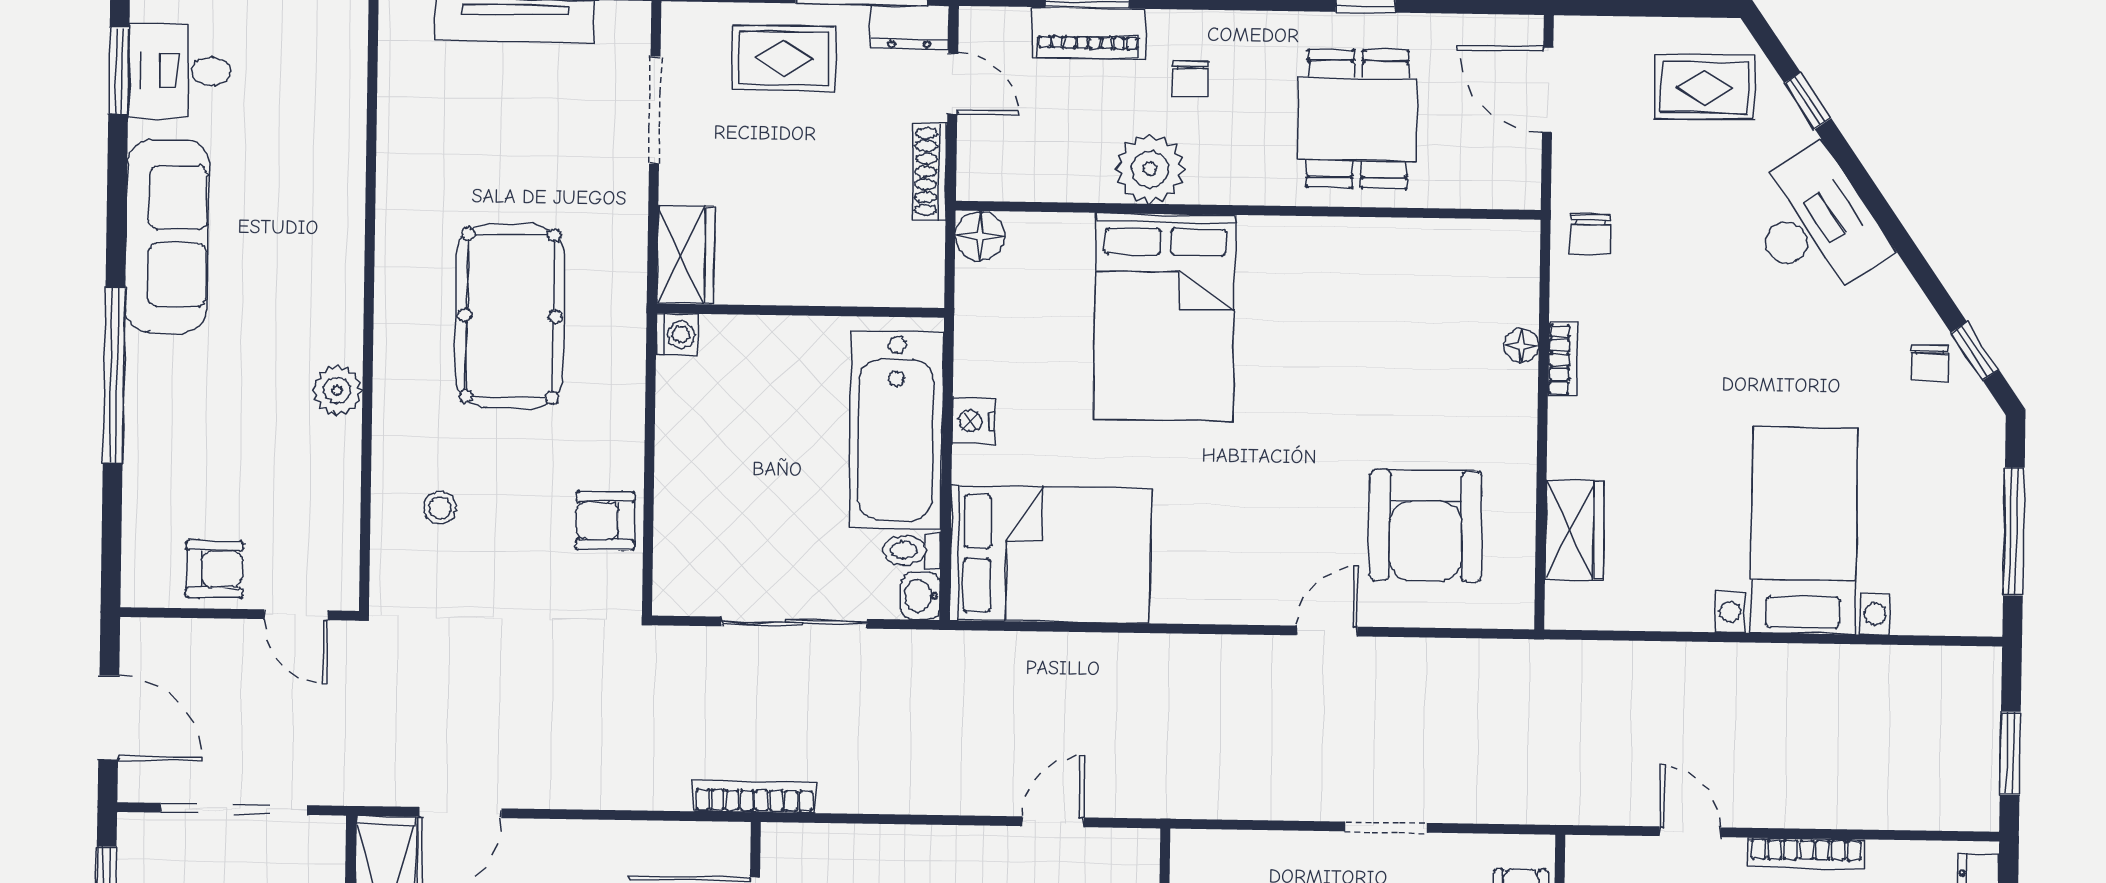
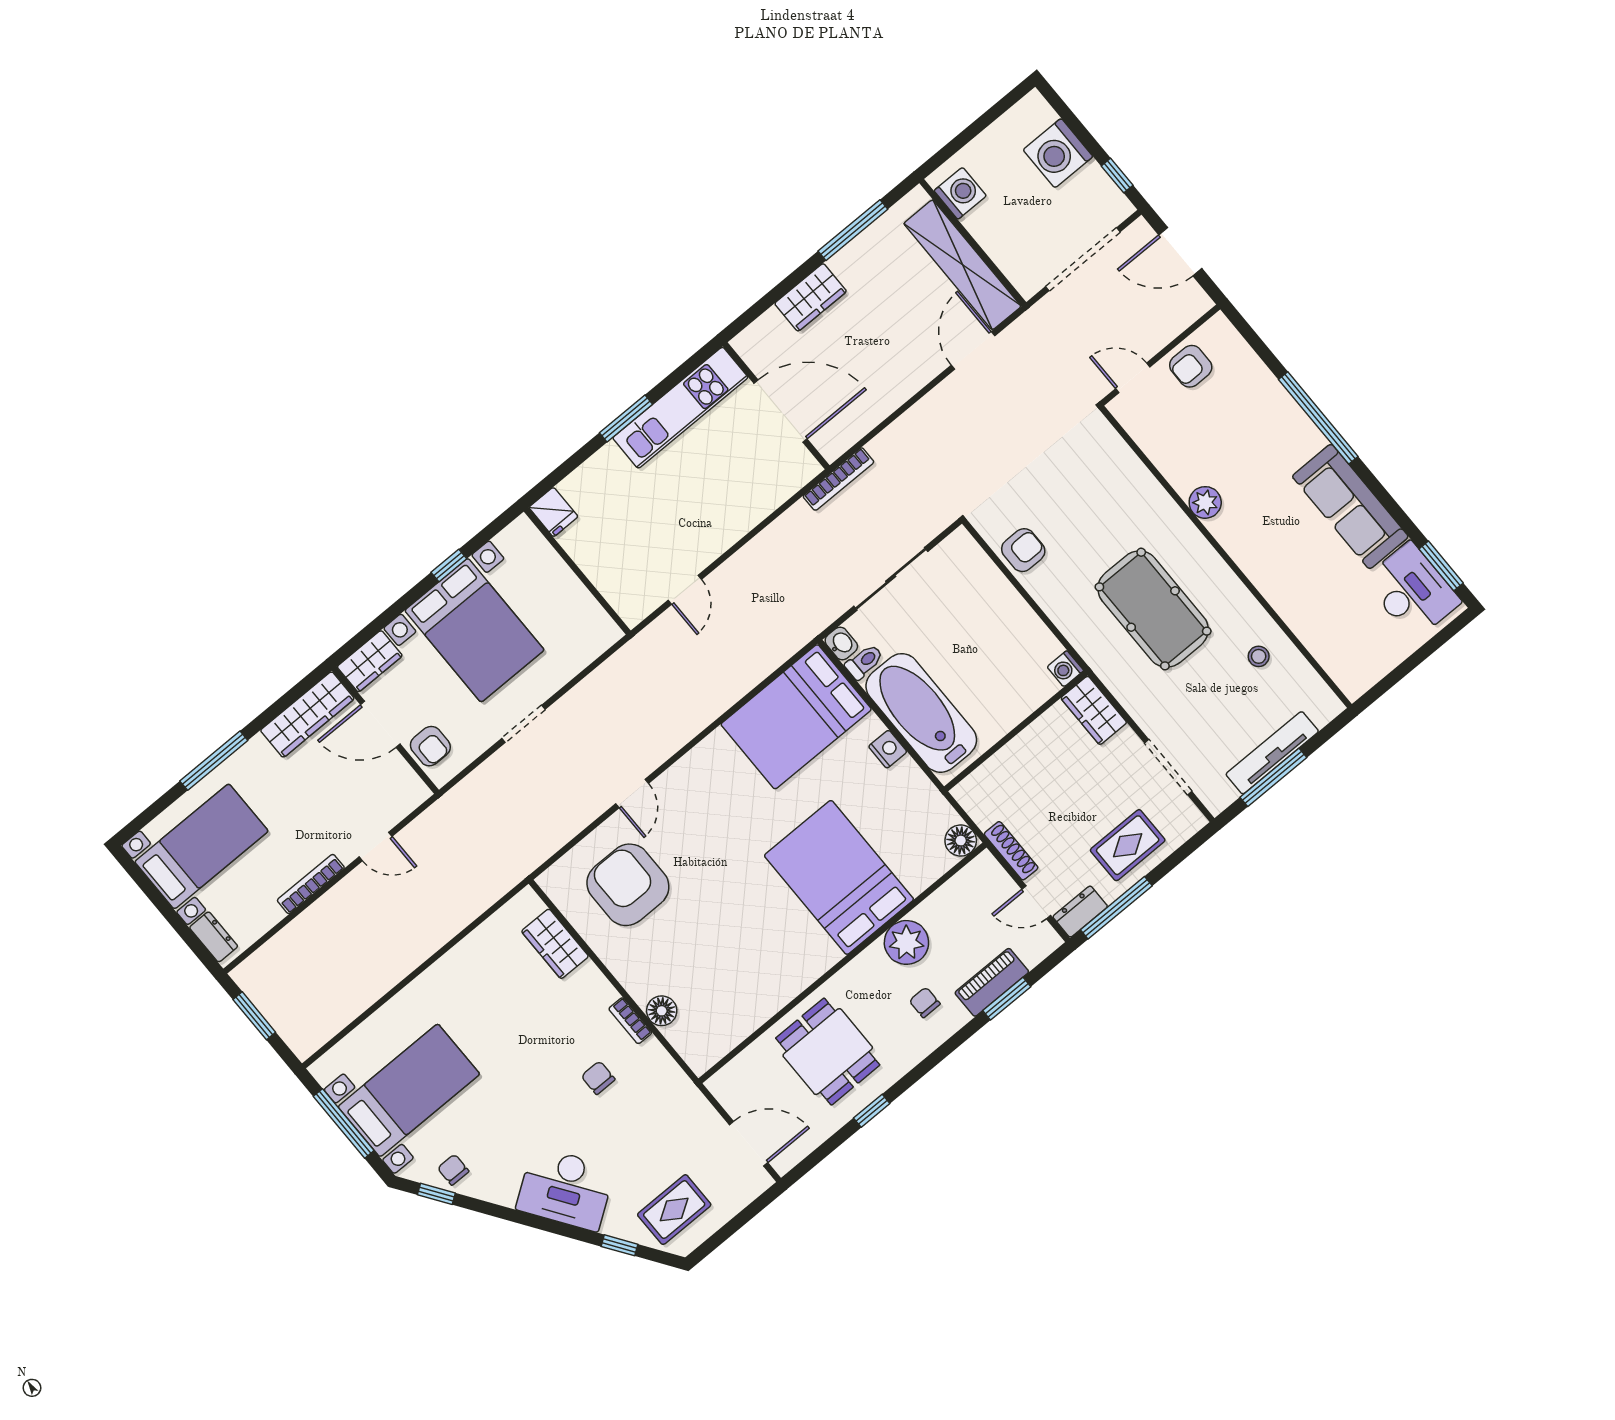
desk: (180, 71) -> (1412, 591), width x1.37
chair: (1590, 234) -> (598, 1078), moved
floor lamp: (1521, 346) -> (662, 1011), width x1.37, depth x1.37
stool: (440, 508) -> (1259, 656), moved
bed with nightstands: (1804, 530) -> (409, 1090), moved, turned -90

